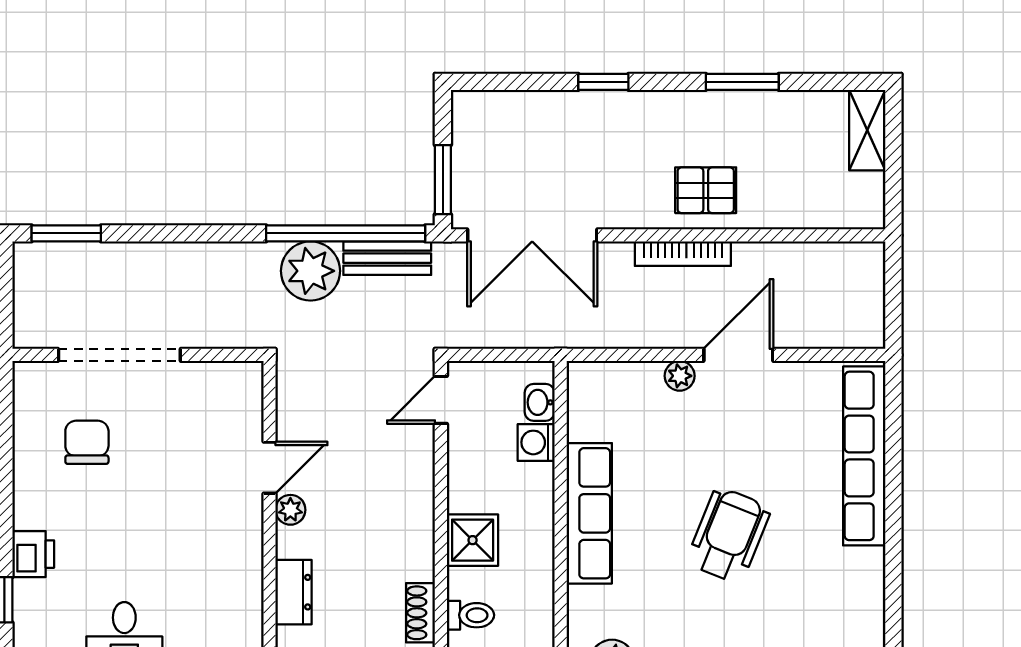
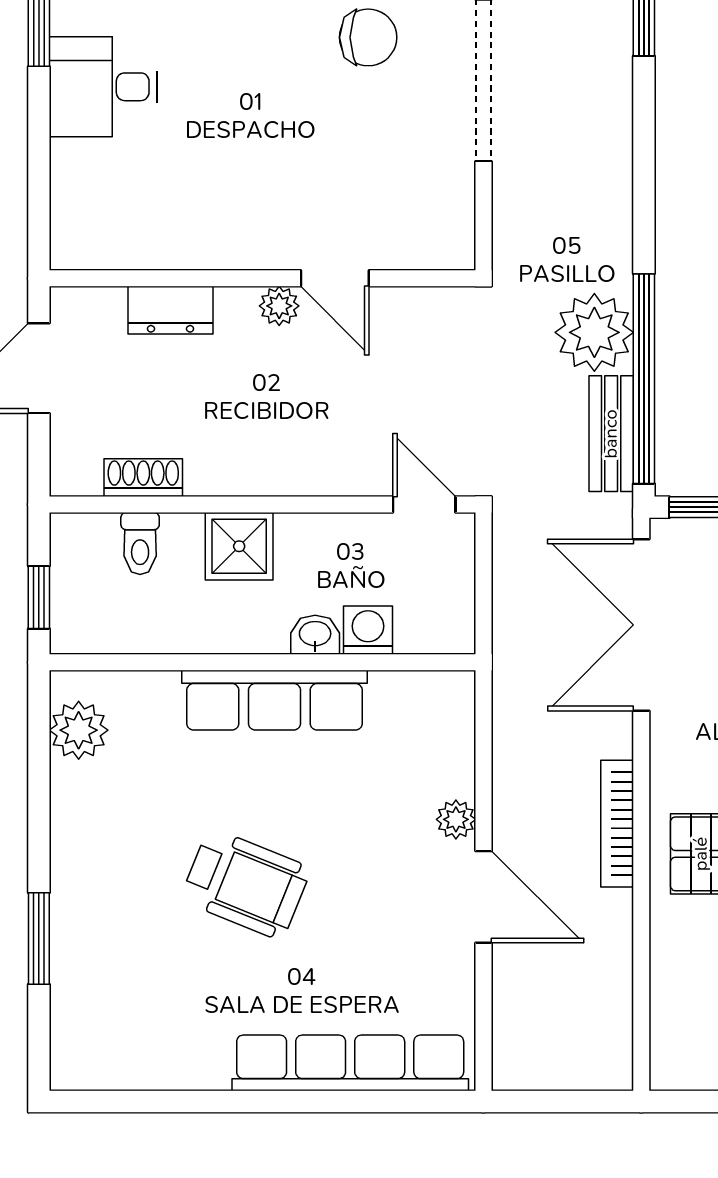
washbasin: (540, 402) -> (315, 635), moved

